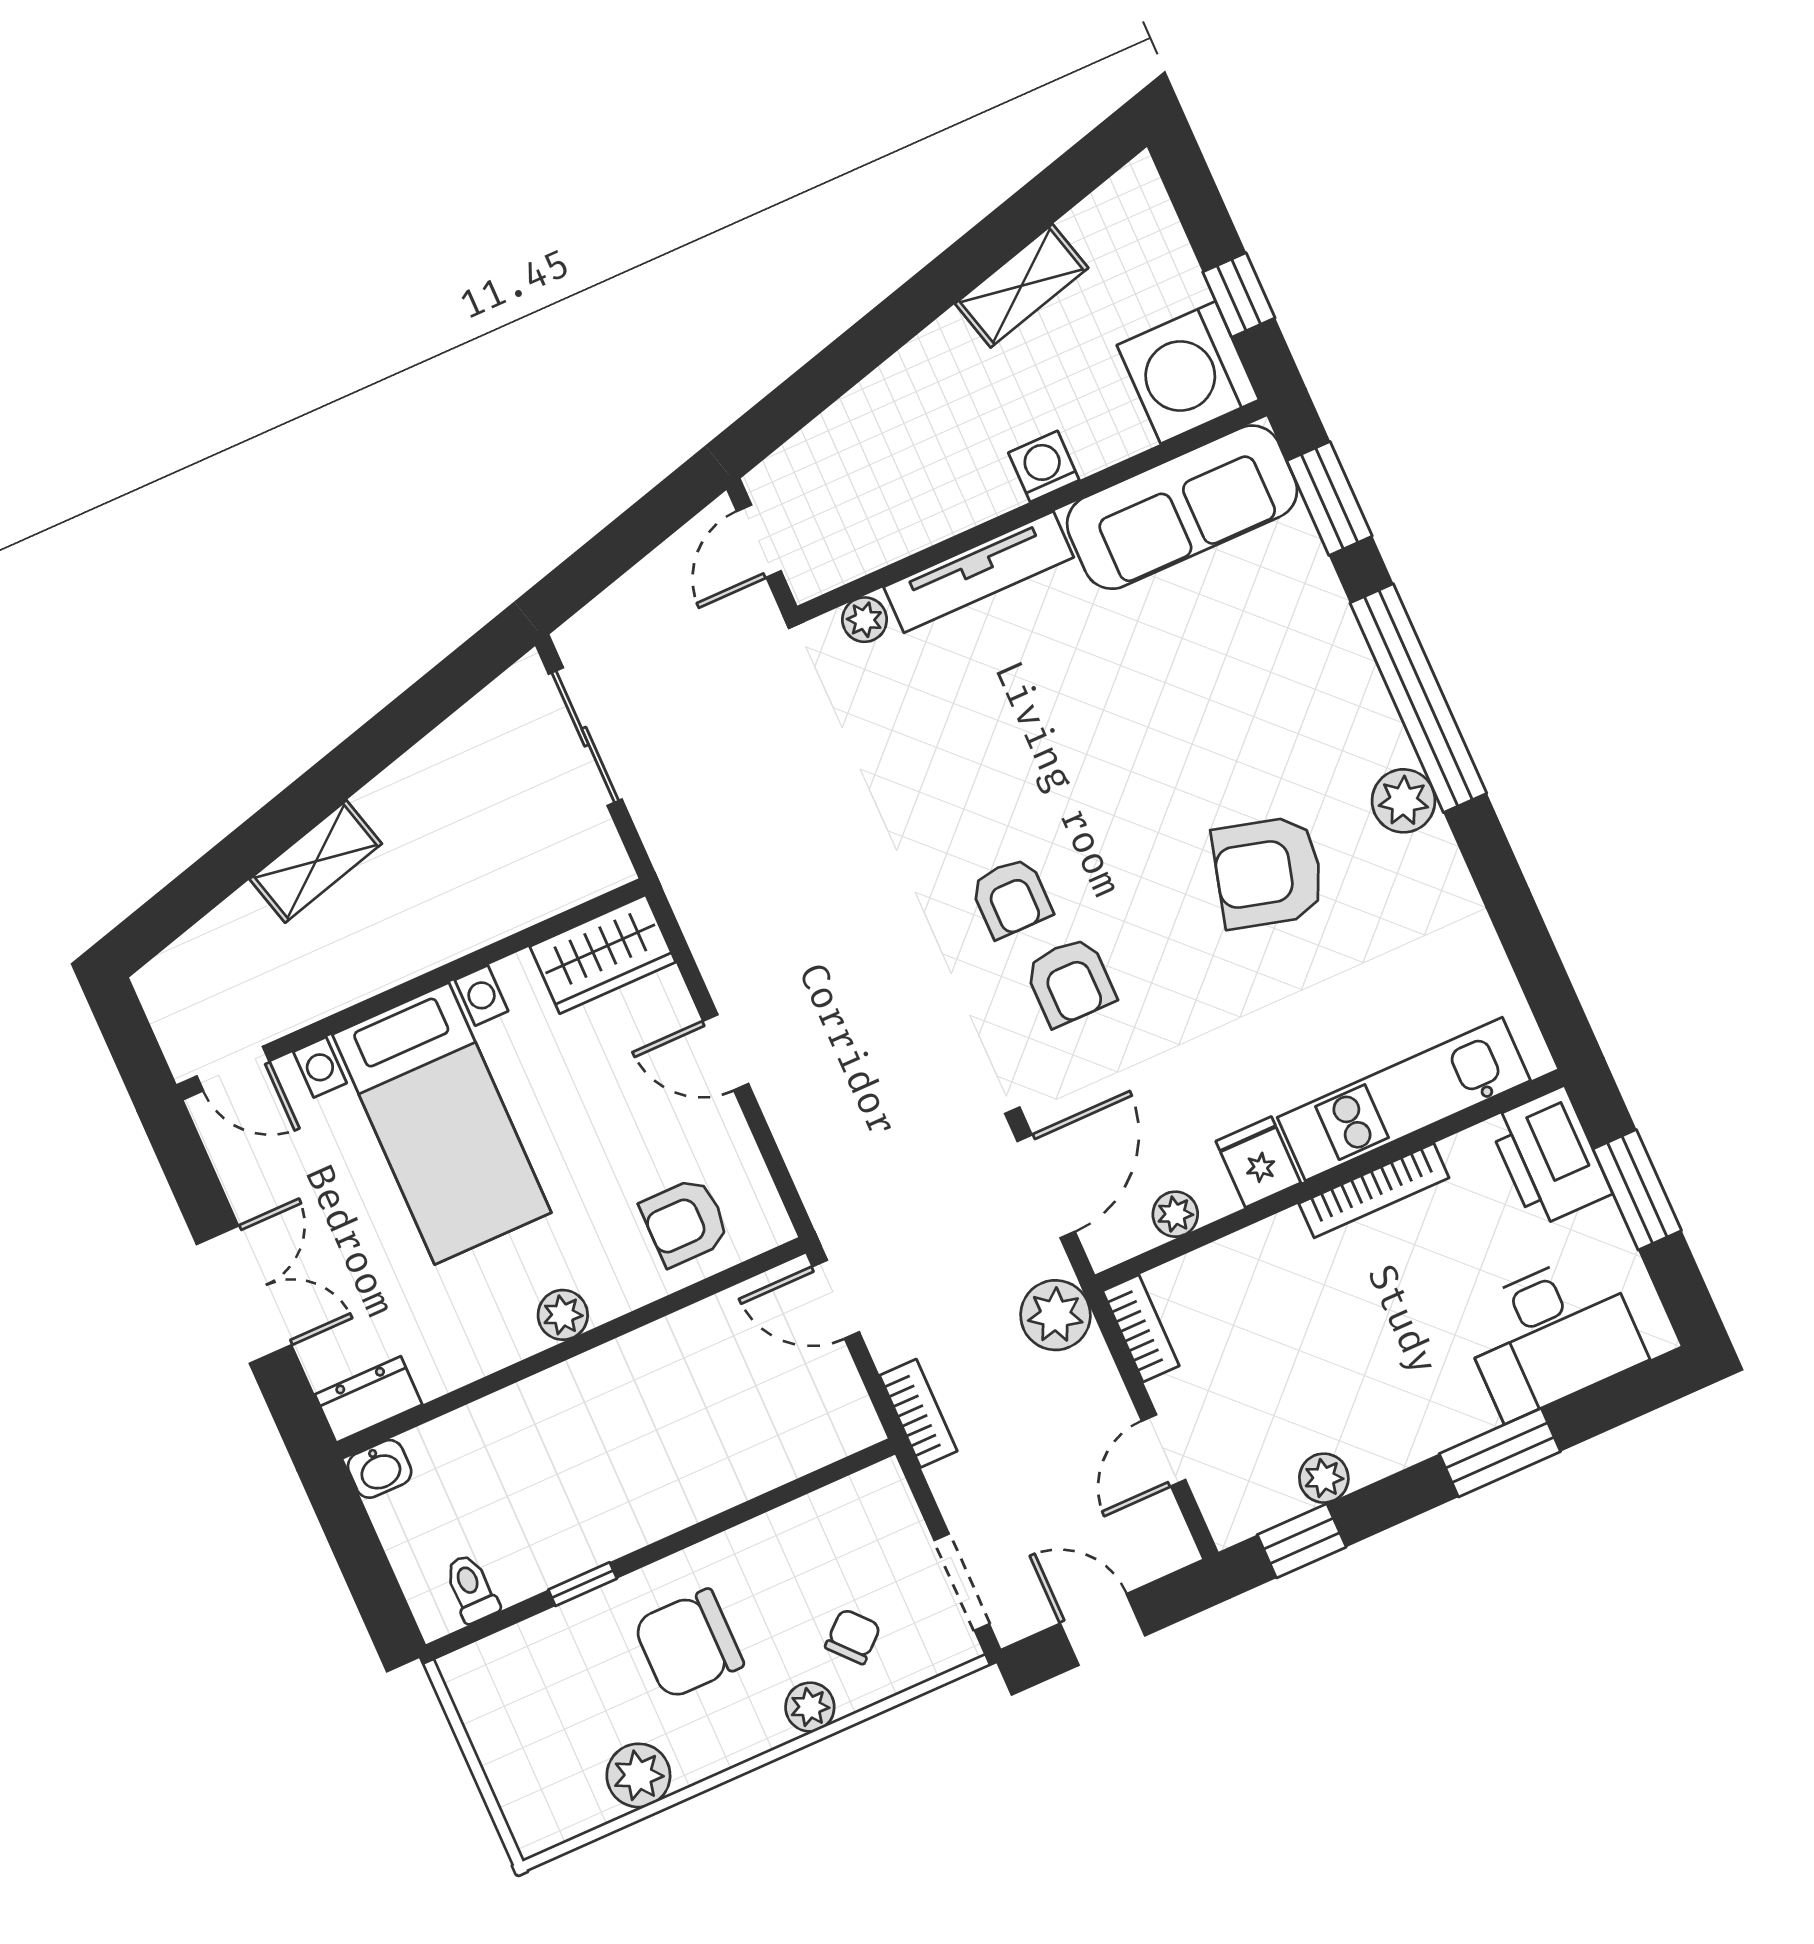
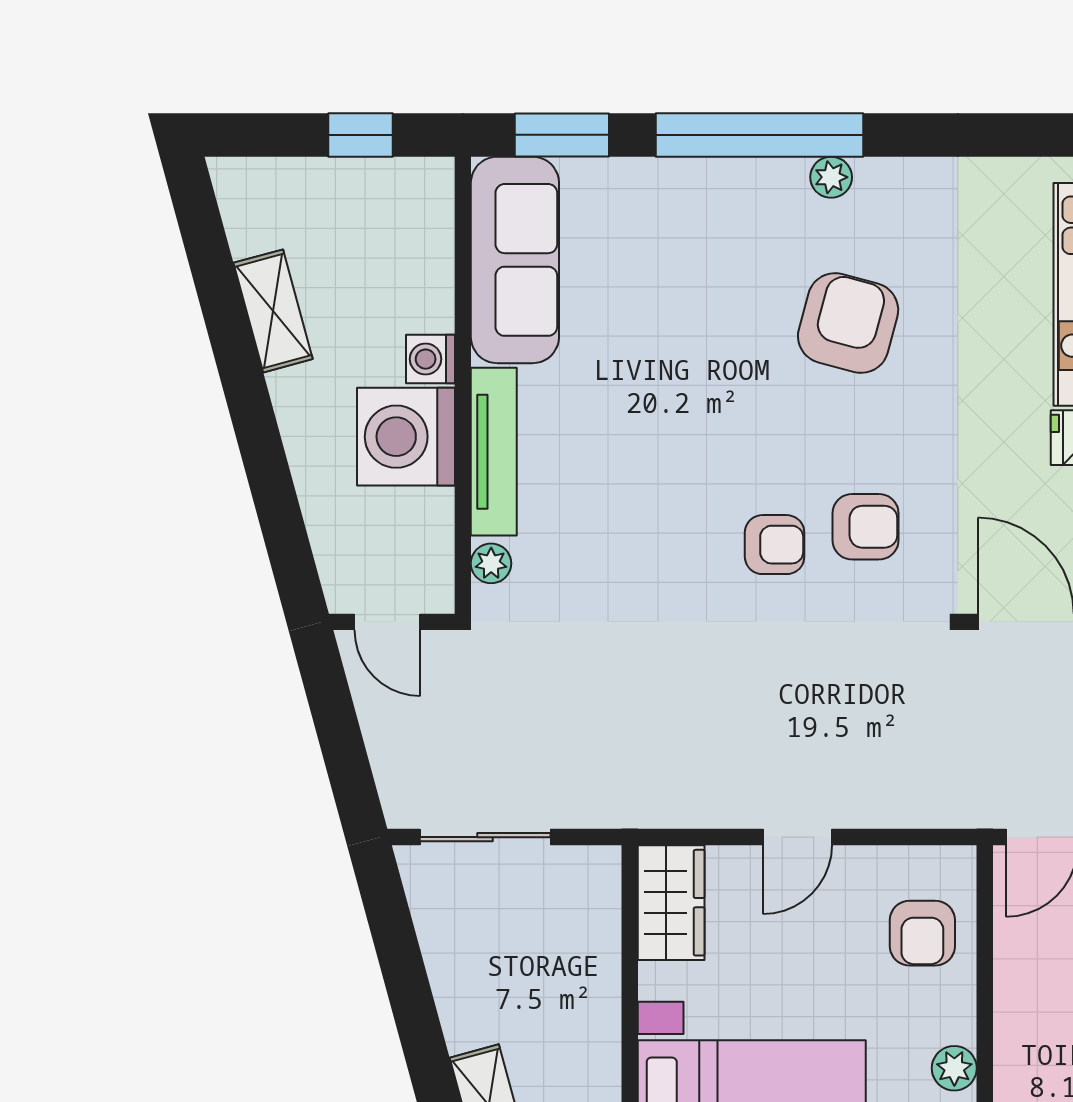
washing machine: (1188, 373) -> (406, 437), moved, turned 90
plant: (1404, 801) -> (831, 177), width x0.73, depth x0.73
armchair: (1268, 872) -> (848, 323), turned 180

